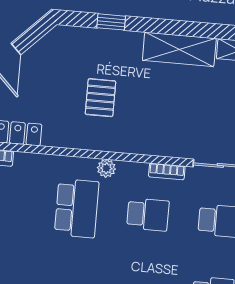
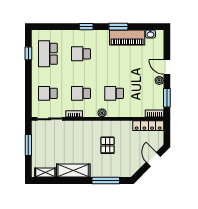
window: (111, 22) -> (106, 181), width x2.17
school desk: (77, 208) -> (114, 93), width x0.54

